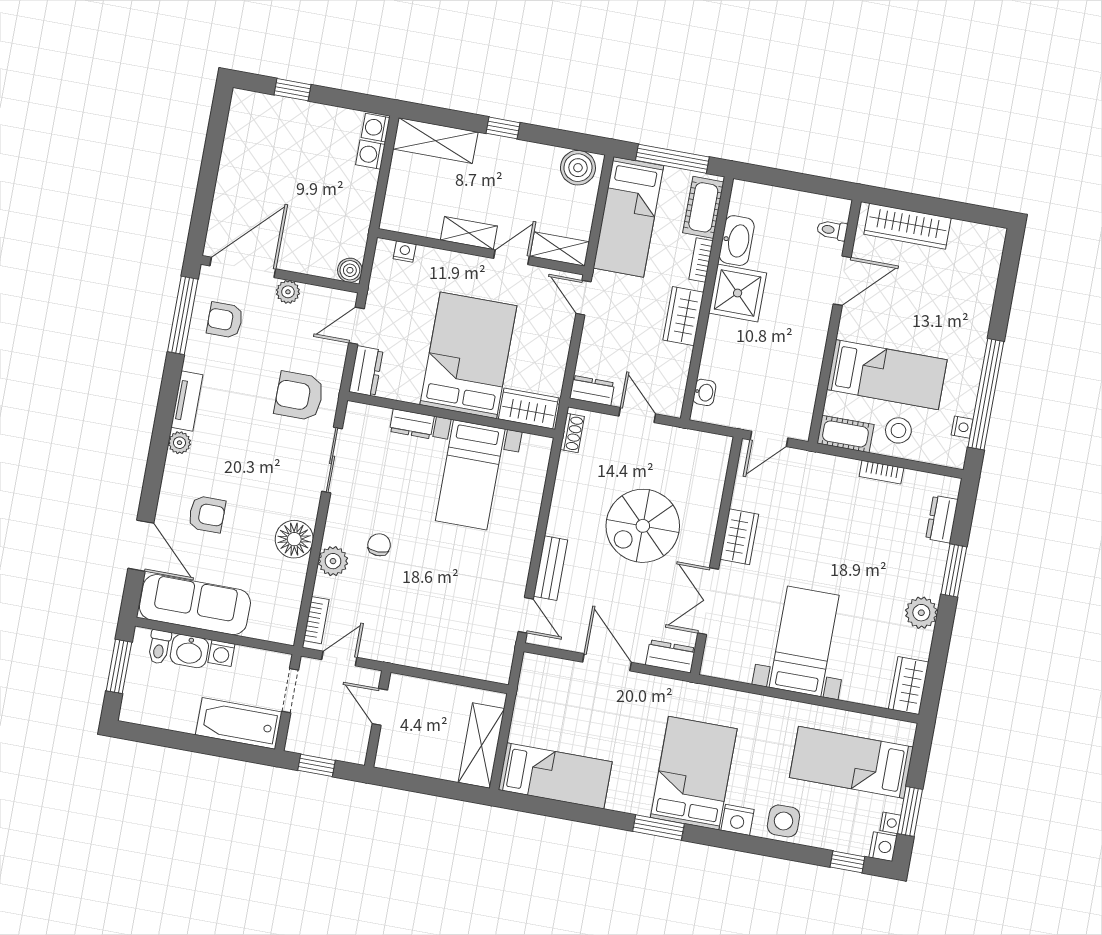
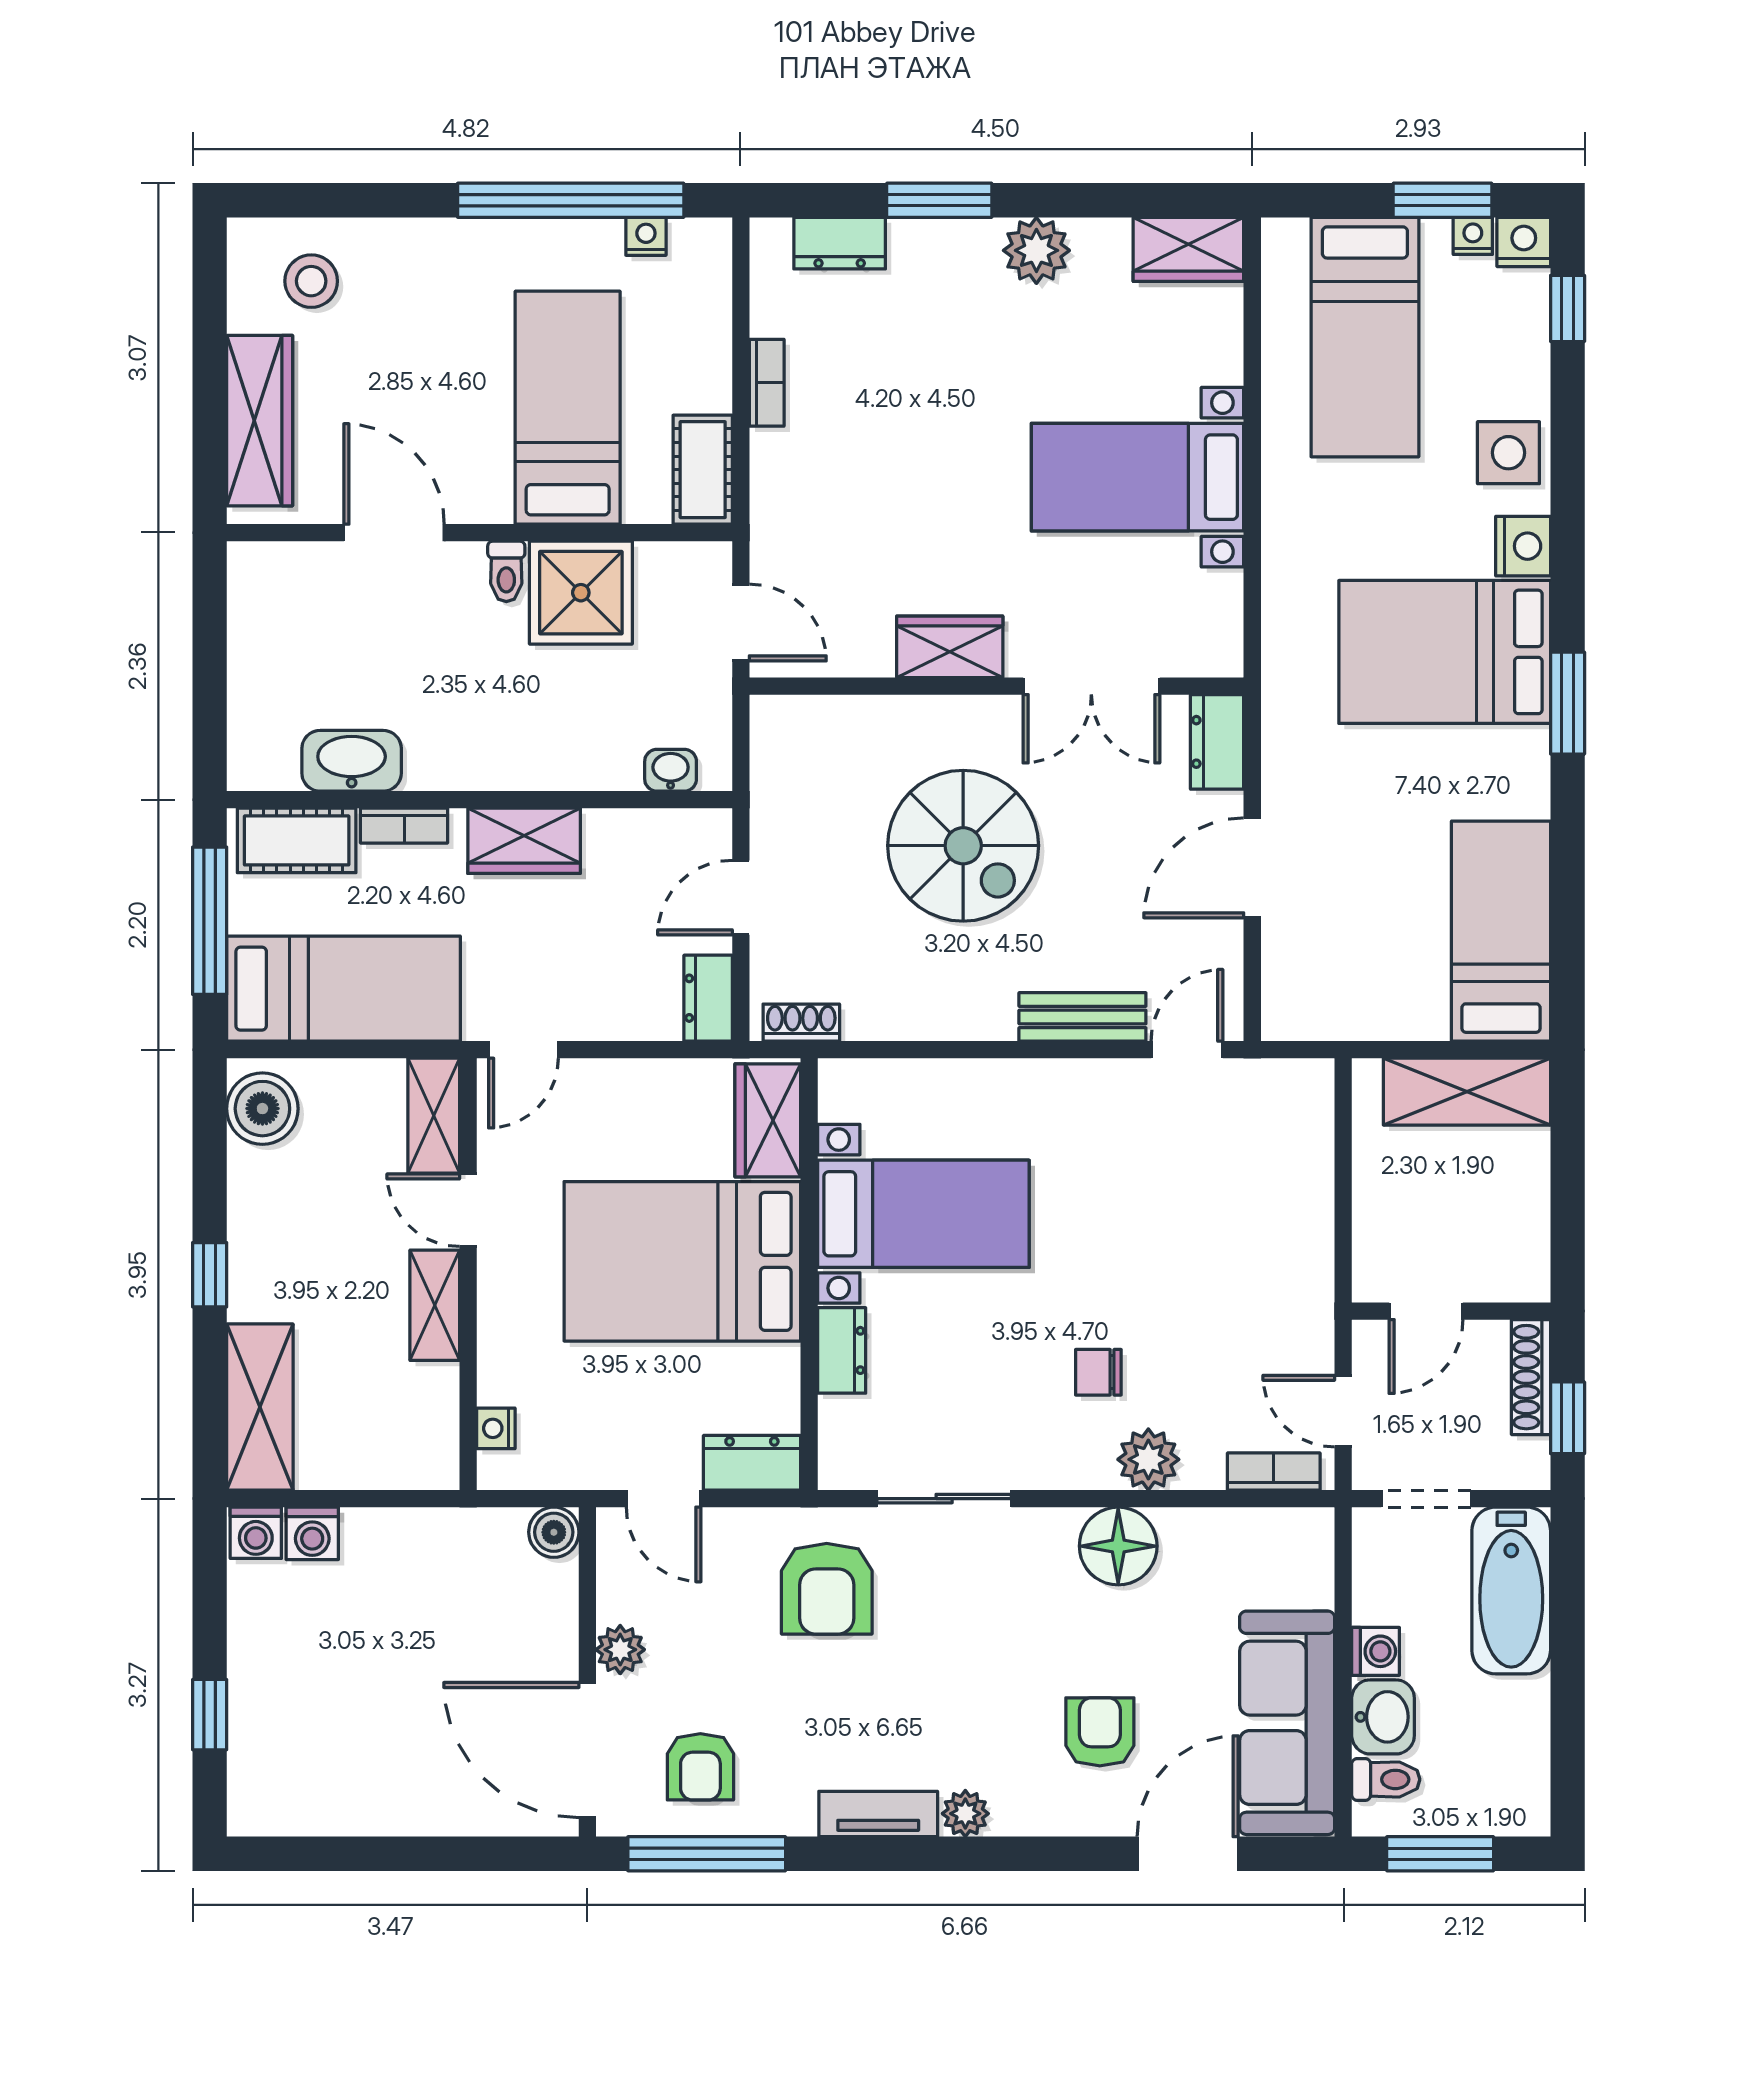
toilet: (832, 230) -> (506, 571), moved
shower: (738, 293) -> (581, 593), moved
stool: (898, 430) -> (311, 281), moved
shoe rack: (339, 751) -> (1531, 1377), added

